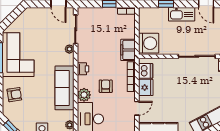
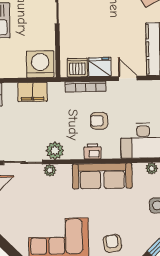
filing cabinet: (128, 50) -> (32, 92), moved
printer: (83, 69) -> (93, 151), moved
plant: (84, 95) -> (55, 151), moved

